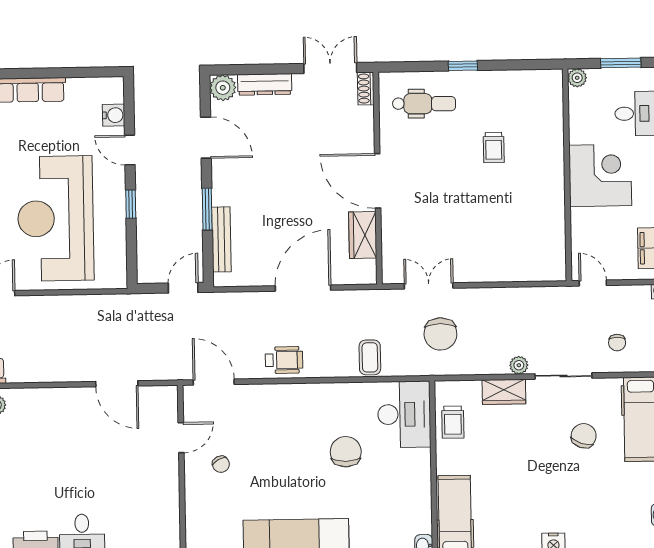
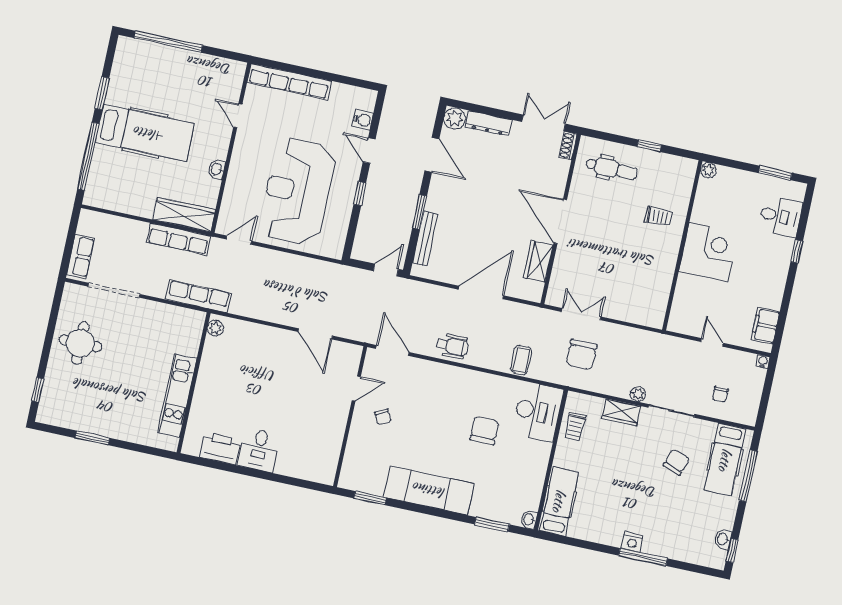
plant: (577, 78) -> (708, 170), moved
trolley: (494, 148) -> (659, 216), turned -90
wall: (567, 175) -> (682, 245), moved
corner desk: (600, 175) -> (709, 252), moved

